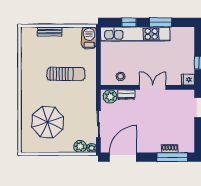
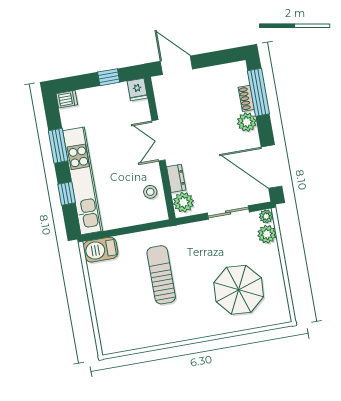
bench: (50, 32) -> (102, 311), removed
dishwasher: (190, 33) -> (67, 99), added
plant: (154, 146) -> (247, 122), added

